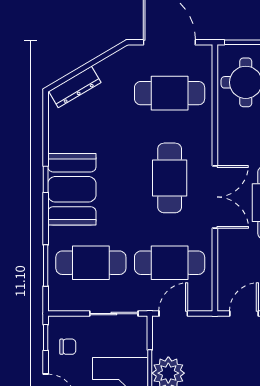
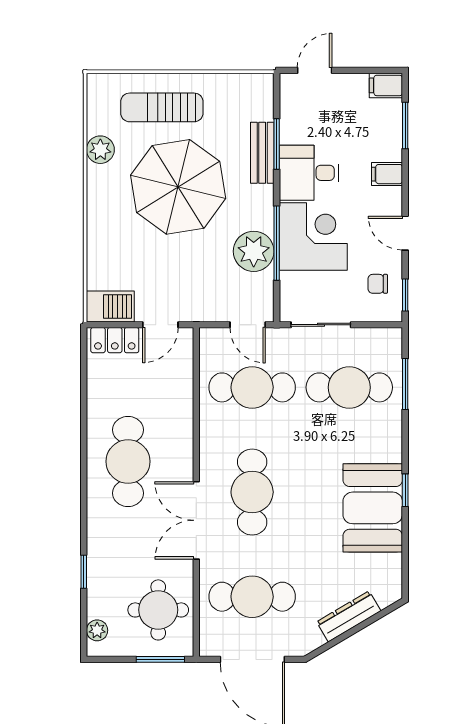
dresser: (75, 87) -> (349, 616), moved
booth: (72, 189) -> (373, 508), moved
double door: (215, 197) -> (196, 520), moved
door: (173, 314) -> (248, 325), hinge flipped

